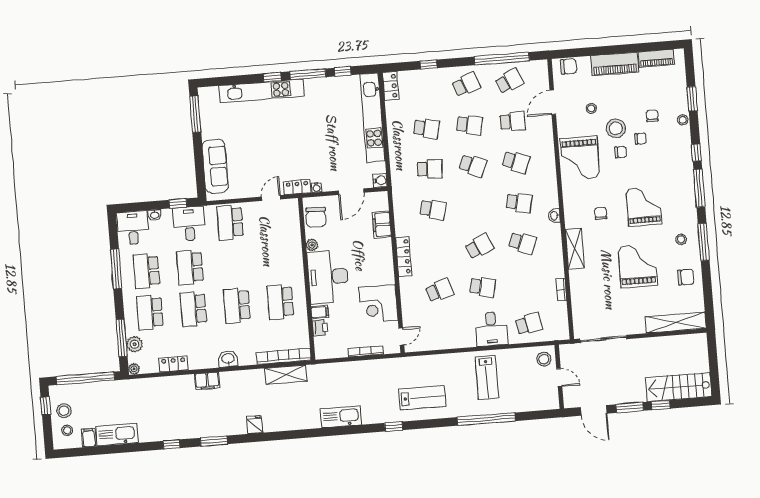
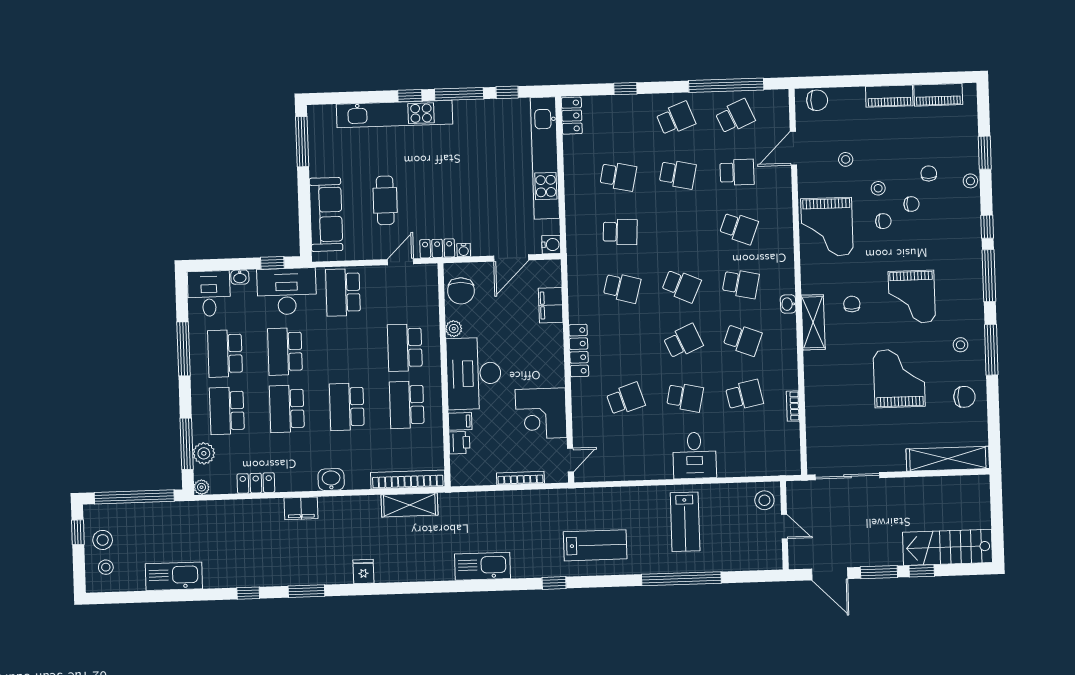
piano: (615, 64) -> (889, 96), width x0.73, depth x0.75
stool: (616, 128) -> (878, 188), width x0.53, depth x0.53
cafe table: (258, 154) -> (385, 200), added
school desk: (473, 165) -> (681, 286), moved
grand piano: (644, 206) -> (912, 297), turned 180
desk: (189, 224) -> (287, 291), width x1.37
shelving: (575, 249) -> (813, 322), moved
school desk: (277, 260) -> (405, 348), added
school desk: (529, 324) -> (744, 395), moved
filing cabinet: (89, 438) -> (135, 579), removed

